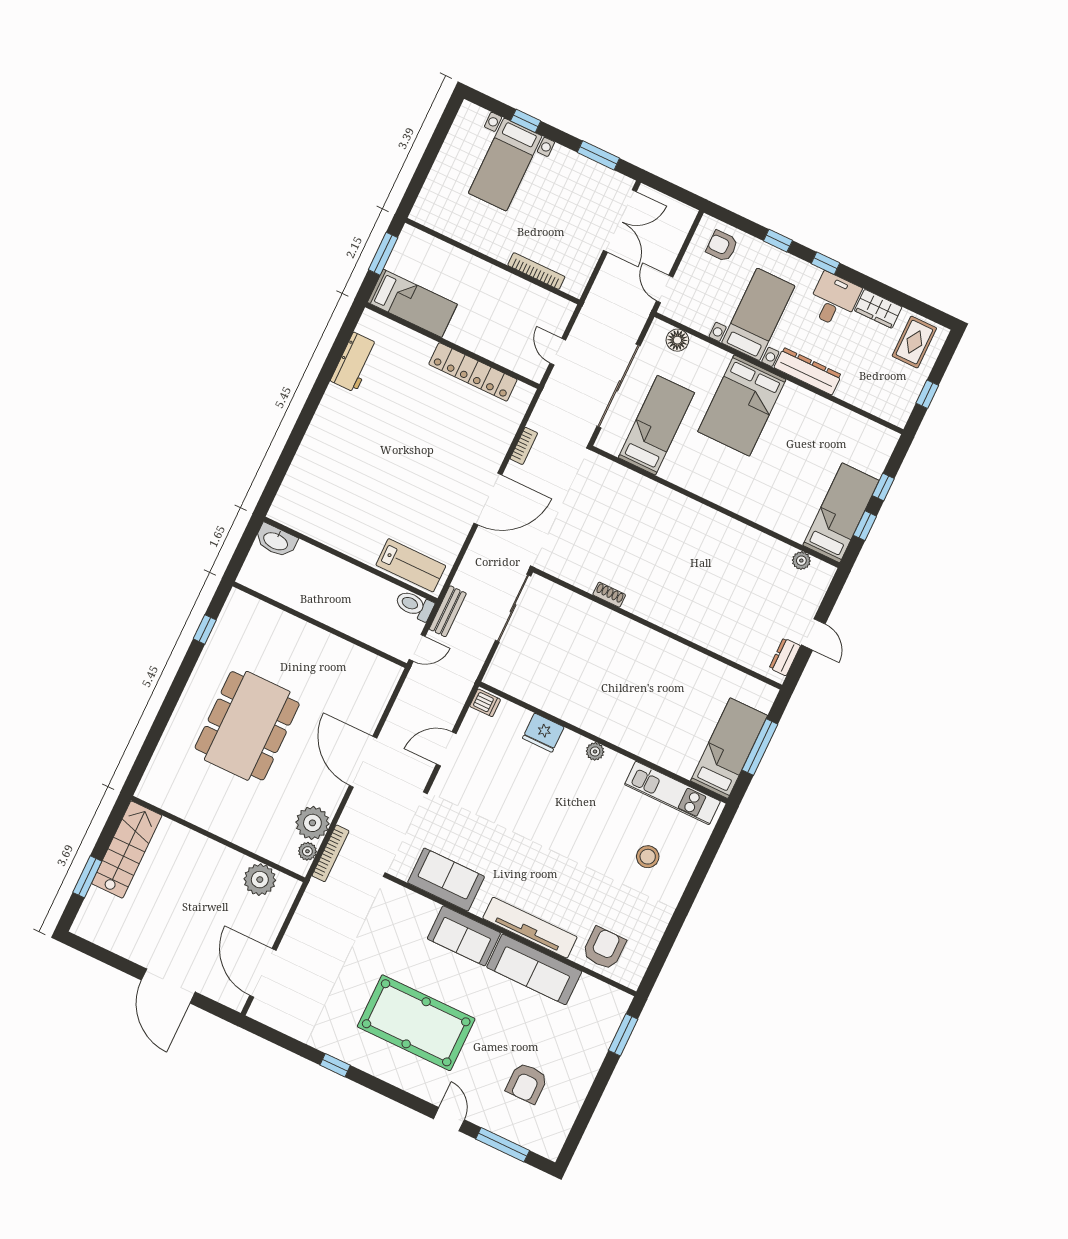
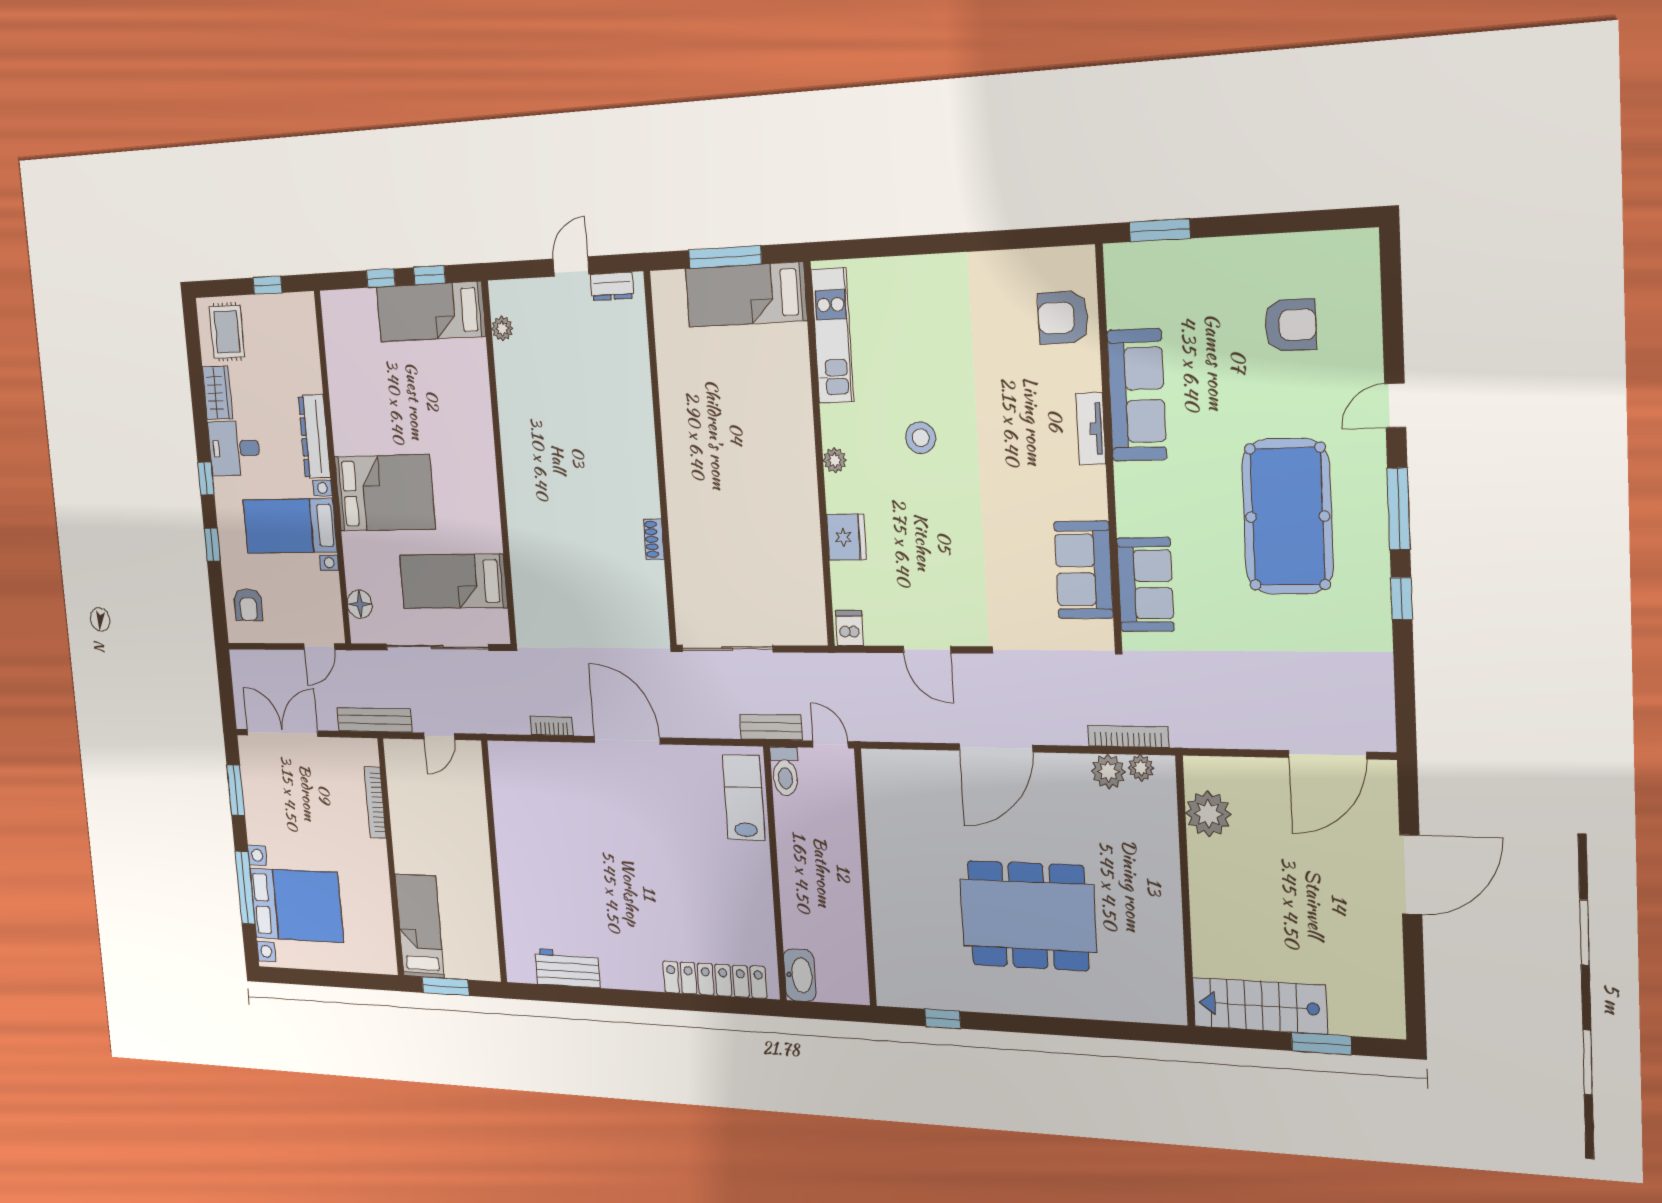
window: (526, 121) -> (245, 888), width x2.17
bed with nightstands: (505, 165) -> (297, 905), width x1.36
bed: (412, 303) -> (420, 926), moved
bench: (593, 305) -> (374, 720), added
rug: (914, 342) -> (227, 332), turned 90
locker: (473, 372) -> (715, 980), moved, turned -90
plant: (312, 823) -> (1108, 771), width x0.73, depth x0.73
stool: (648, 857) -> (921, 438), moved
tv unit: (530, 928) -> (1091, 429), width x0.52, depth x0.78
sofa: (464, 936) -> (1145, 585), moved
window: (503, 1145) -> (1399, 509), moved

